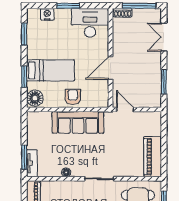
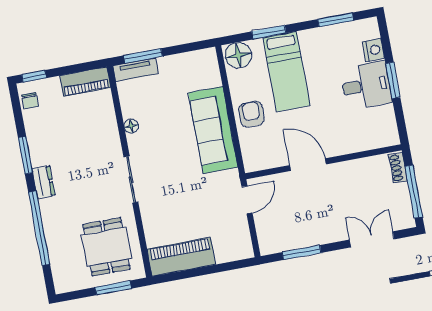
desk: (90, 23) -> (366, 85), moved, width x0.73
armchair: (73, 97) -> (251, 114), turned -89

